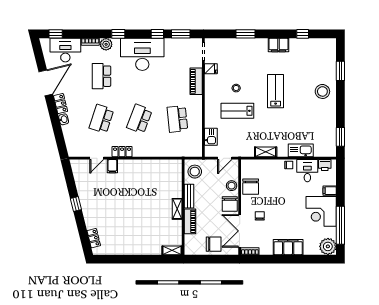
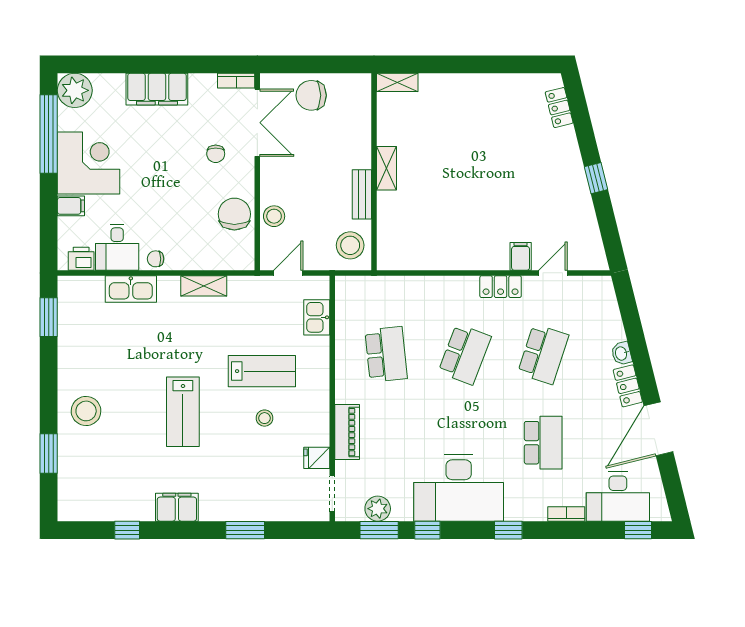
plant: (106, 44) -> (378, 509), moved
chair: (230, 204) -> (278, 178), removed
piano: (190, 221) -> (360, 142), removed

